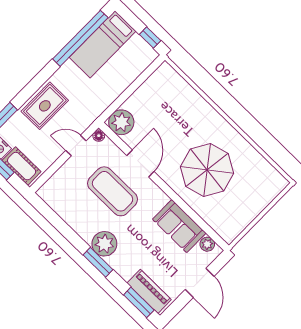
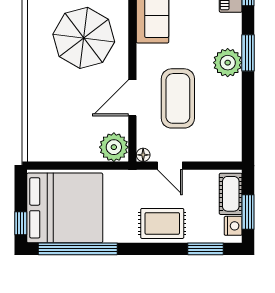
window: (150, 37) -> (21, 223), moved
bed: (103, 44) -> (65, 208), width x2.04

